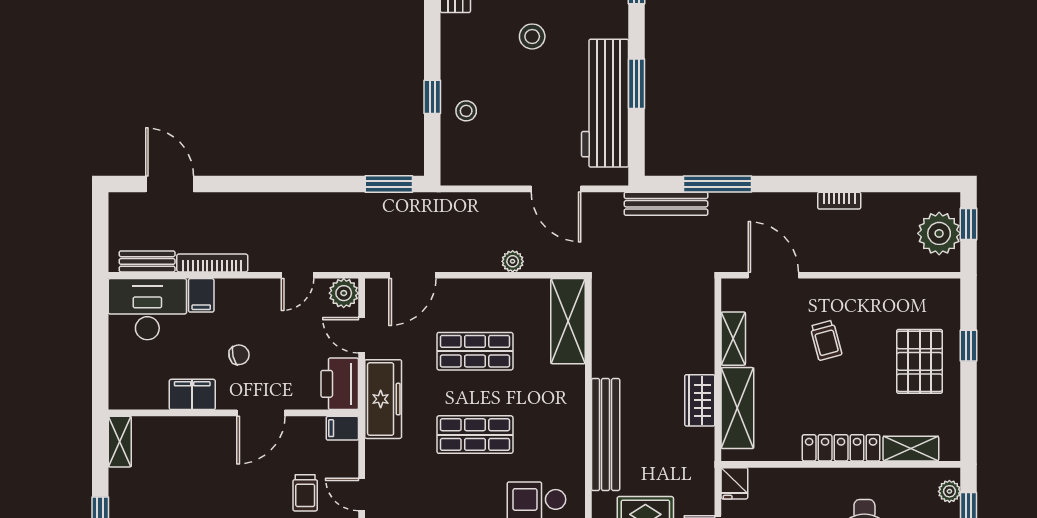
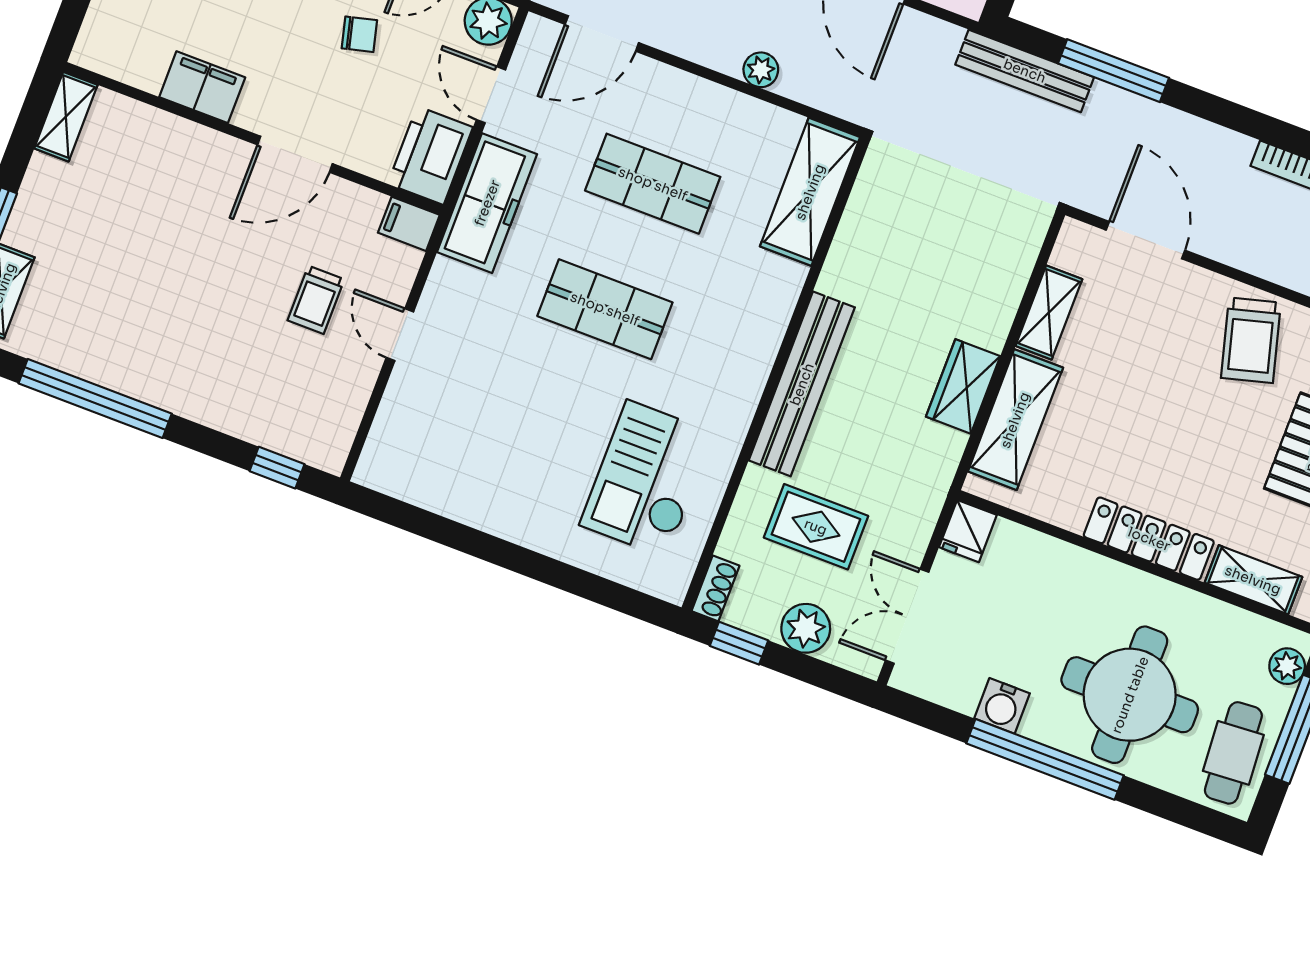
trolley: (826, 340) -> (1251, 340), moved, width x1.36, depth x1.39
chair: (239, 355) -> (359, 34), moved

